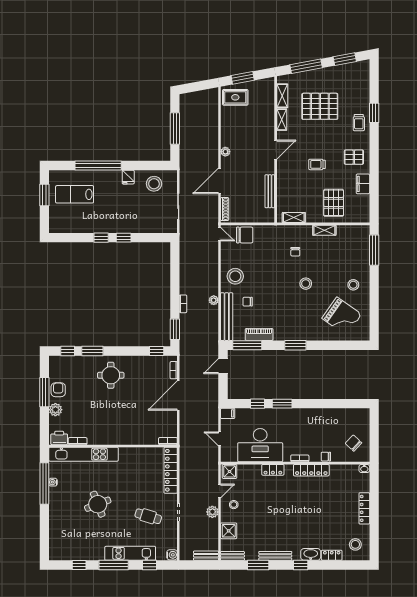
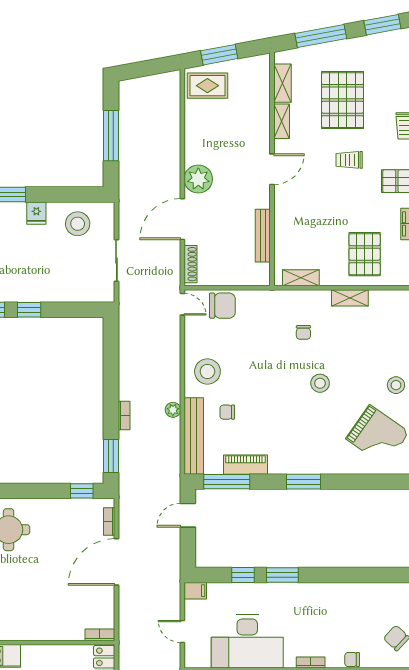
pallet: (320, 106) -> (343, 100), turned 90
plant: (225, 152) -> (198, 179), width x1.88, depth x1.88
trolley: (317, 164) -> (349, 160), moved

